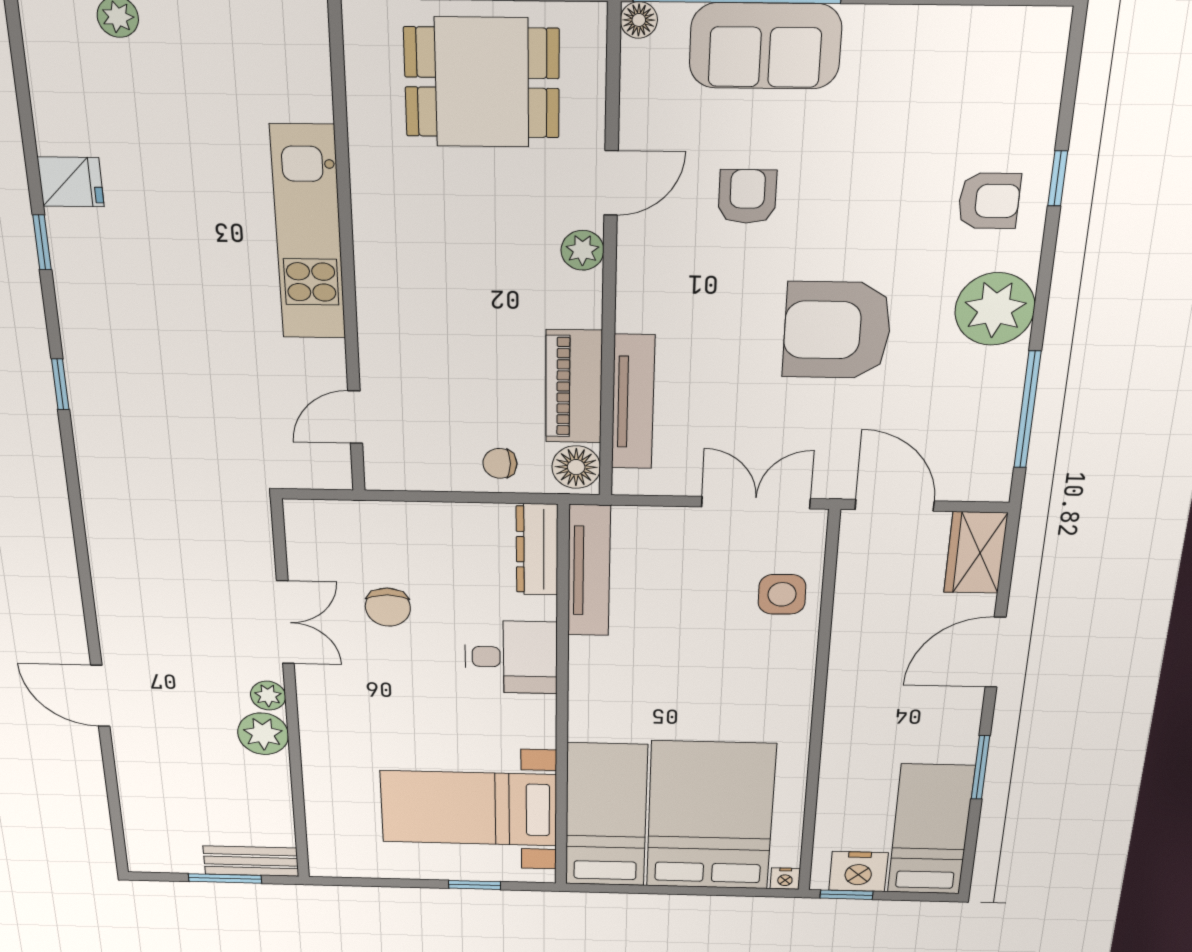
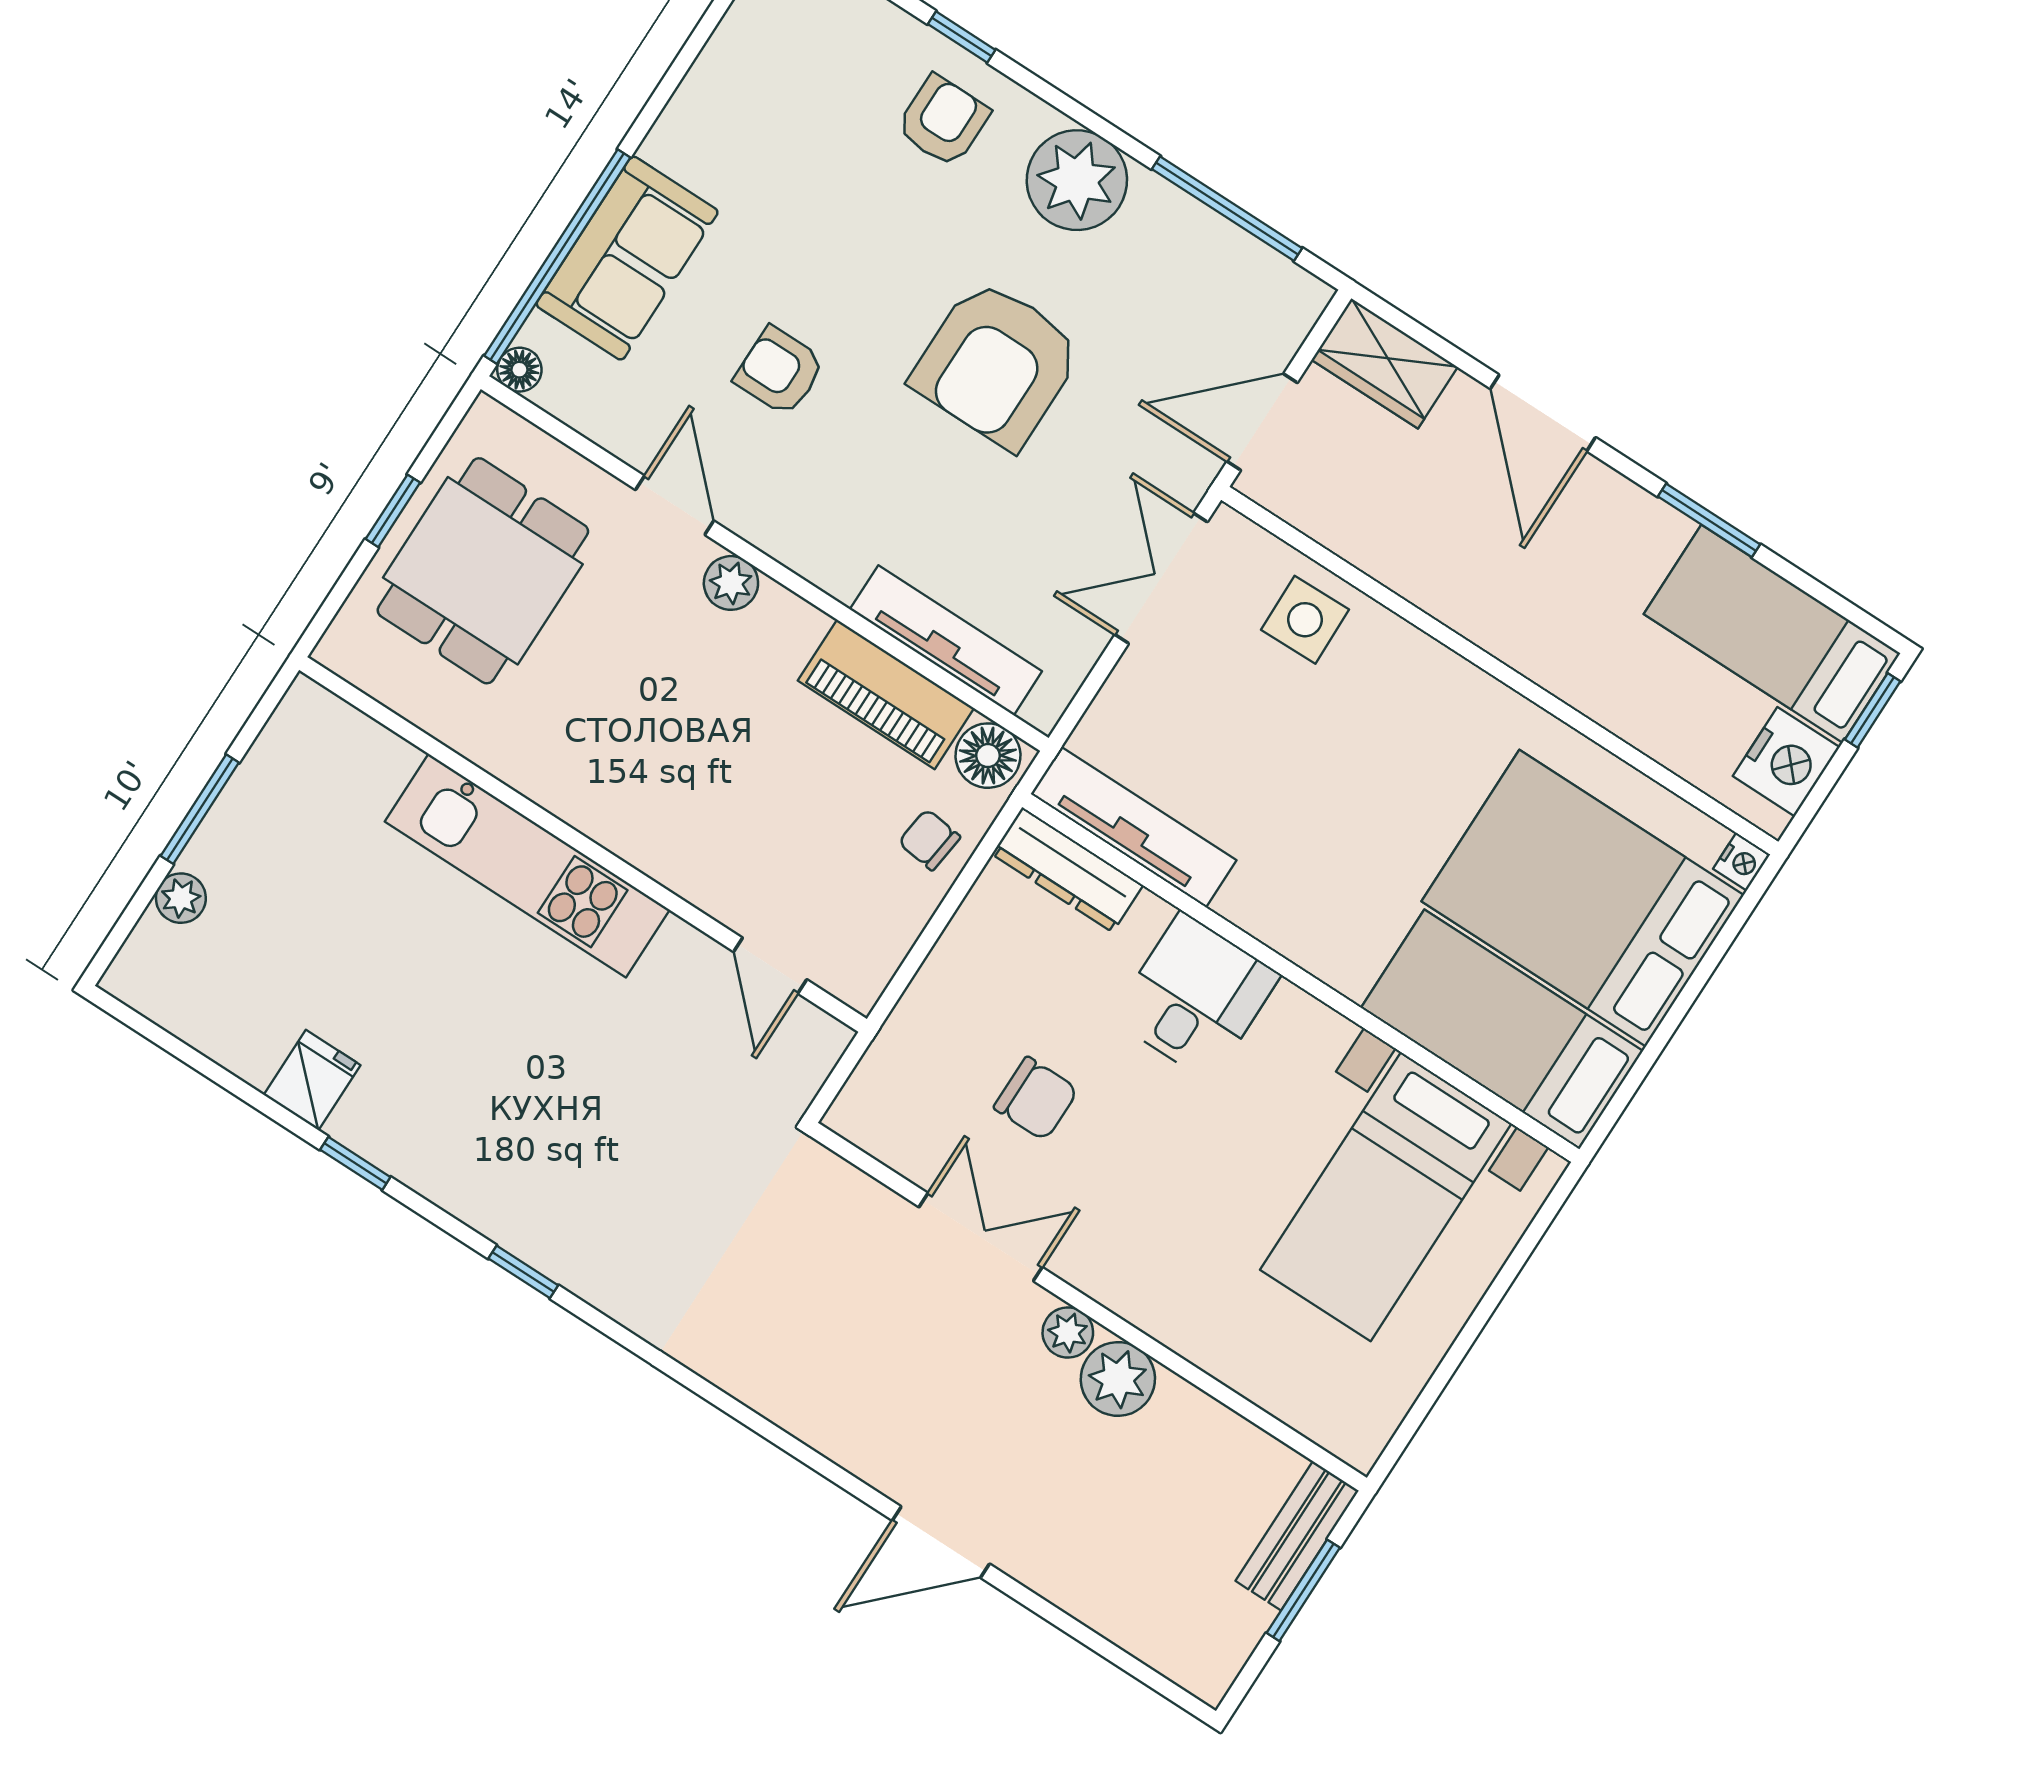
chair: (500, 463) -> (929, 840), turned 97
window: (475, 885) -> (1510, 1270), removed
window: (847, 895) -> (1873, 710), moved

